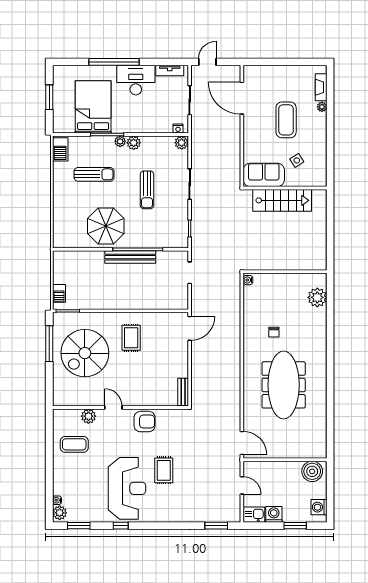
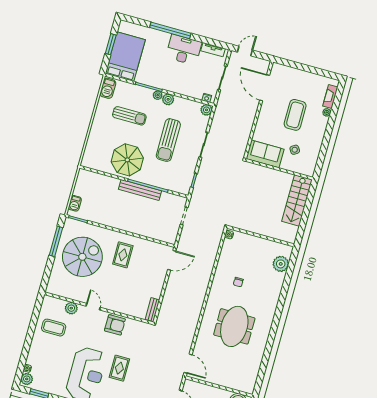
bed: (93, 107) -> (125, 57), moved
sun lounger: (147, 190) -> (168, 140), width x1.36, depth x1.34
stairs: (282, 200) -> (297, 200), moved, turned 90
spiral stairs: (85, 353) -> (82, 257), turned 180
meeting table: (284, 385) -> (234, 326), width x0.73

